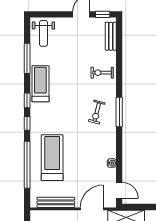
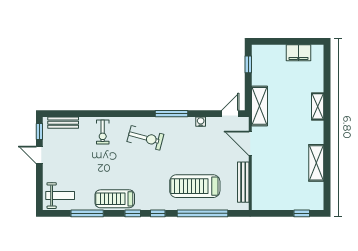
exercise bike: (97, 112) -> (145, 138), width x1.38, depth x1.39
window: (119, 112) -> (172, 114), moved

